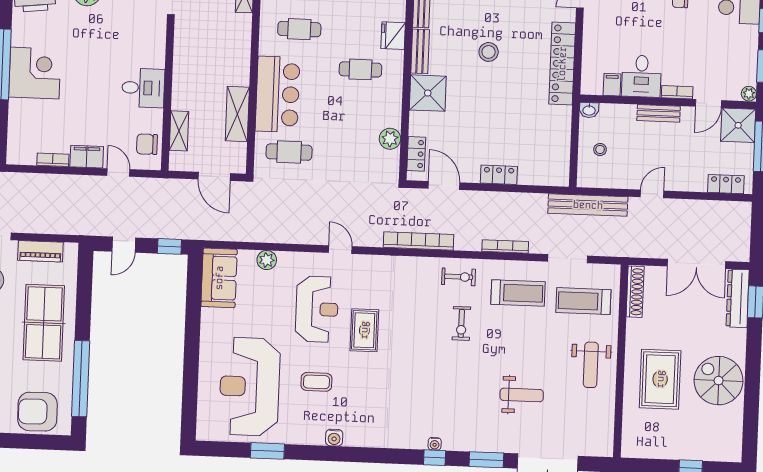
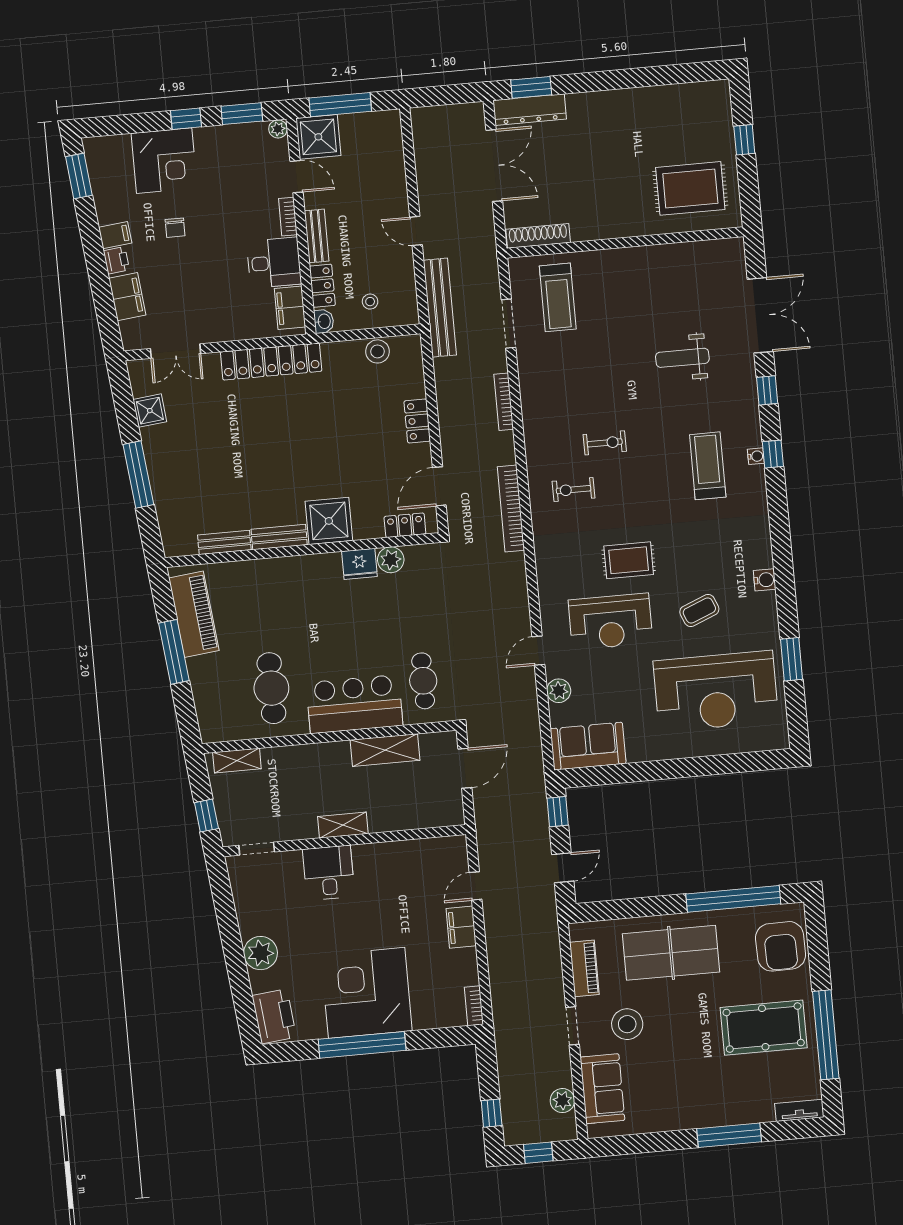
cafe table: (299, 29) -> (271, 688), width x1.37, depth x1.35
fridge: (393, 36) -> (359, 564), moved
stool: (489, 52) -> (377, 351), moved
cafe table: (360, 69) -> (311, 607), removed
corner desk: (35, 73) -> (367, 993), width x1.36, depth x1.36
filing cabinet: (612, 85) -> (290, 308), width x2.00
desk: (143, 88) -> (329, 873), moved
shelving: (179, 131) -> (343, 825), moved
chair: (147, 144) -> (436, 856), removed
bookcase: (53, 160) -> (474, 1006), moved
locker: (726, 184) -> (322, 286), moved, turned 180
door: (124, 245) -> (563, 868), hinge flipped
door: (340, 250) -> (538, 651), moved
exercise bike: (459, 277) -> (574, 490), moved, turned -90
treadmill: (518, 293) -> (708, 466), moved
reception desk: (317, 309) -> (610, 622), turned 180
weight bench: (591, 365) -> (634, 278), removed
rug: (660, 379) -> (690, 188), moved
spiral stairs: (719, 381) -> (633, 120), removed
coffee table: (316, 382) -> (699, 610), turned 68
weight bench: (522, 395) -> (682, 358), turned -90
window: (486, 460) -> (767, 390), width x0.67

